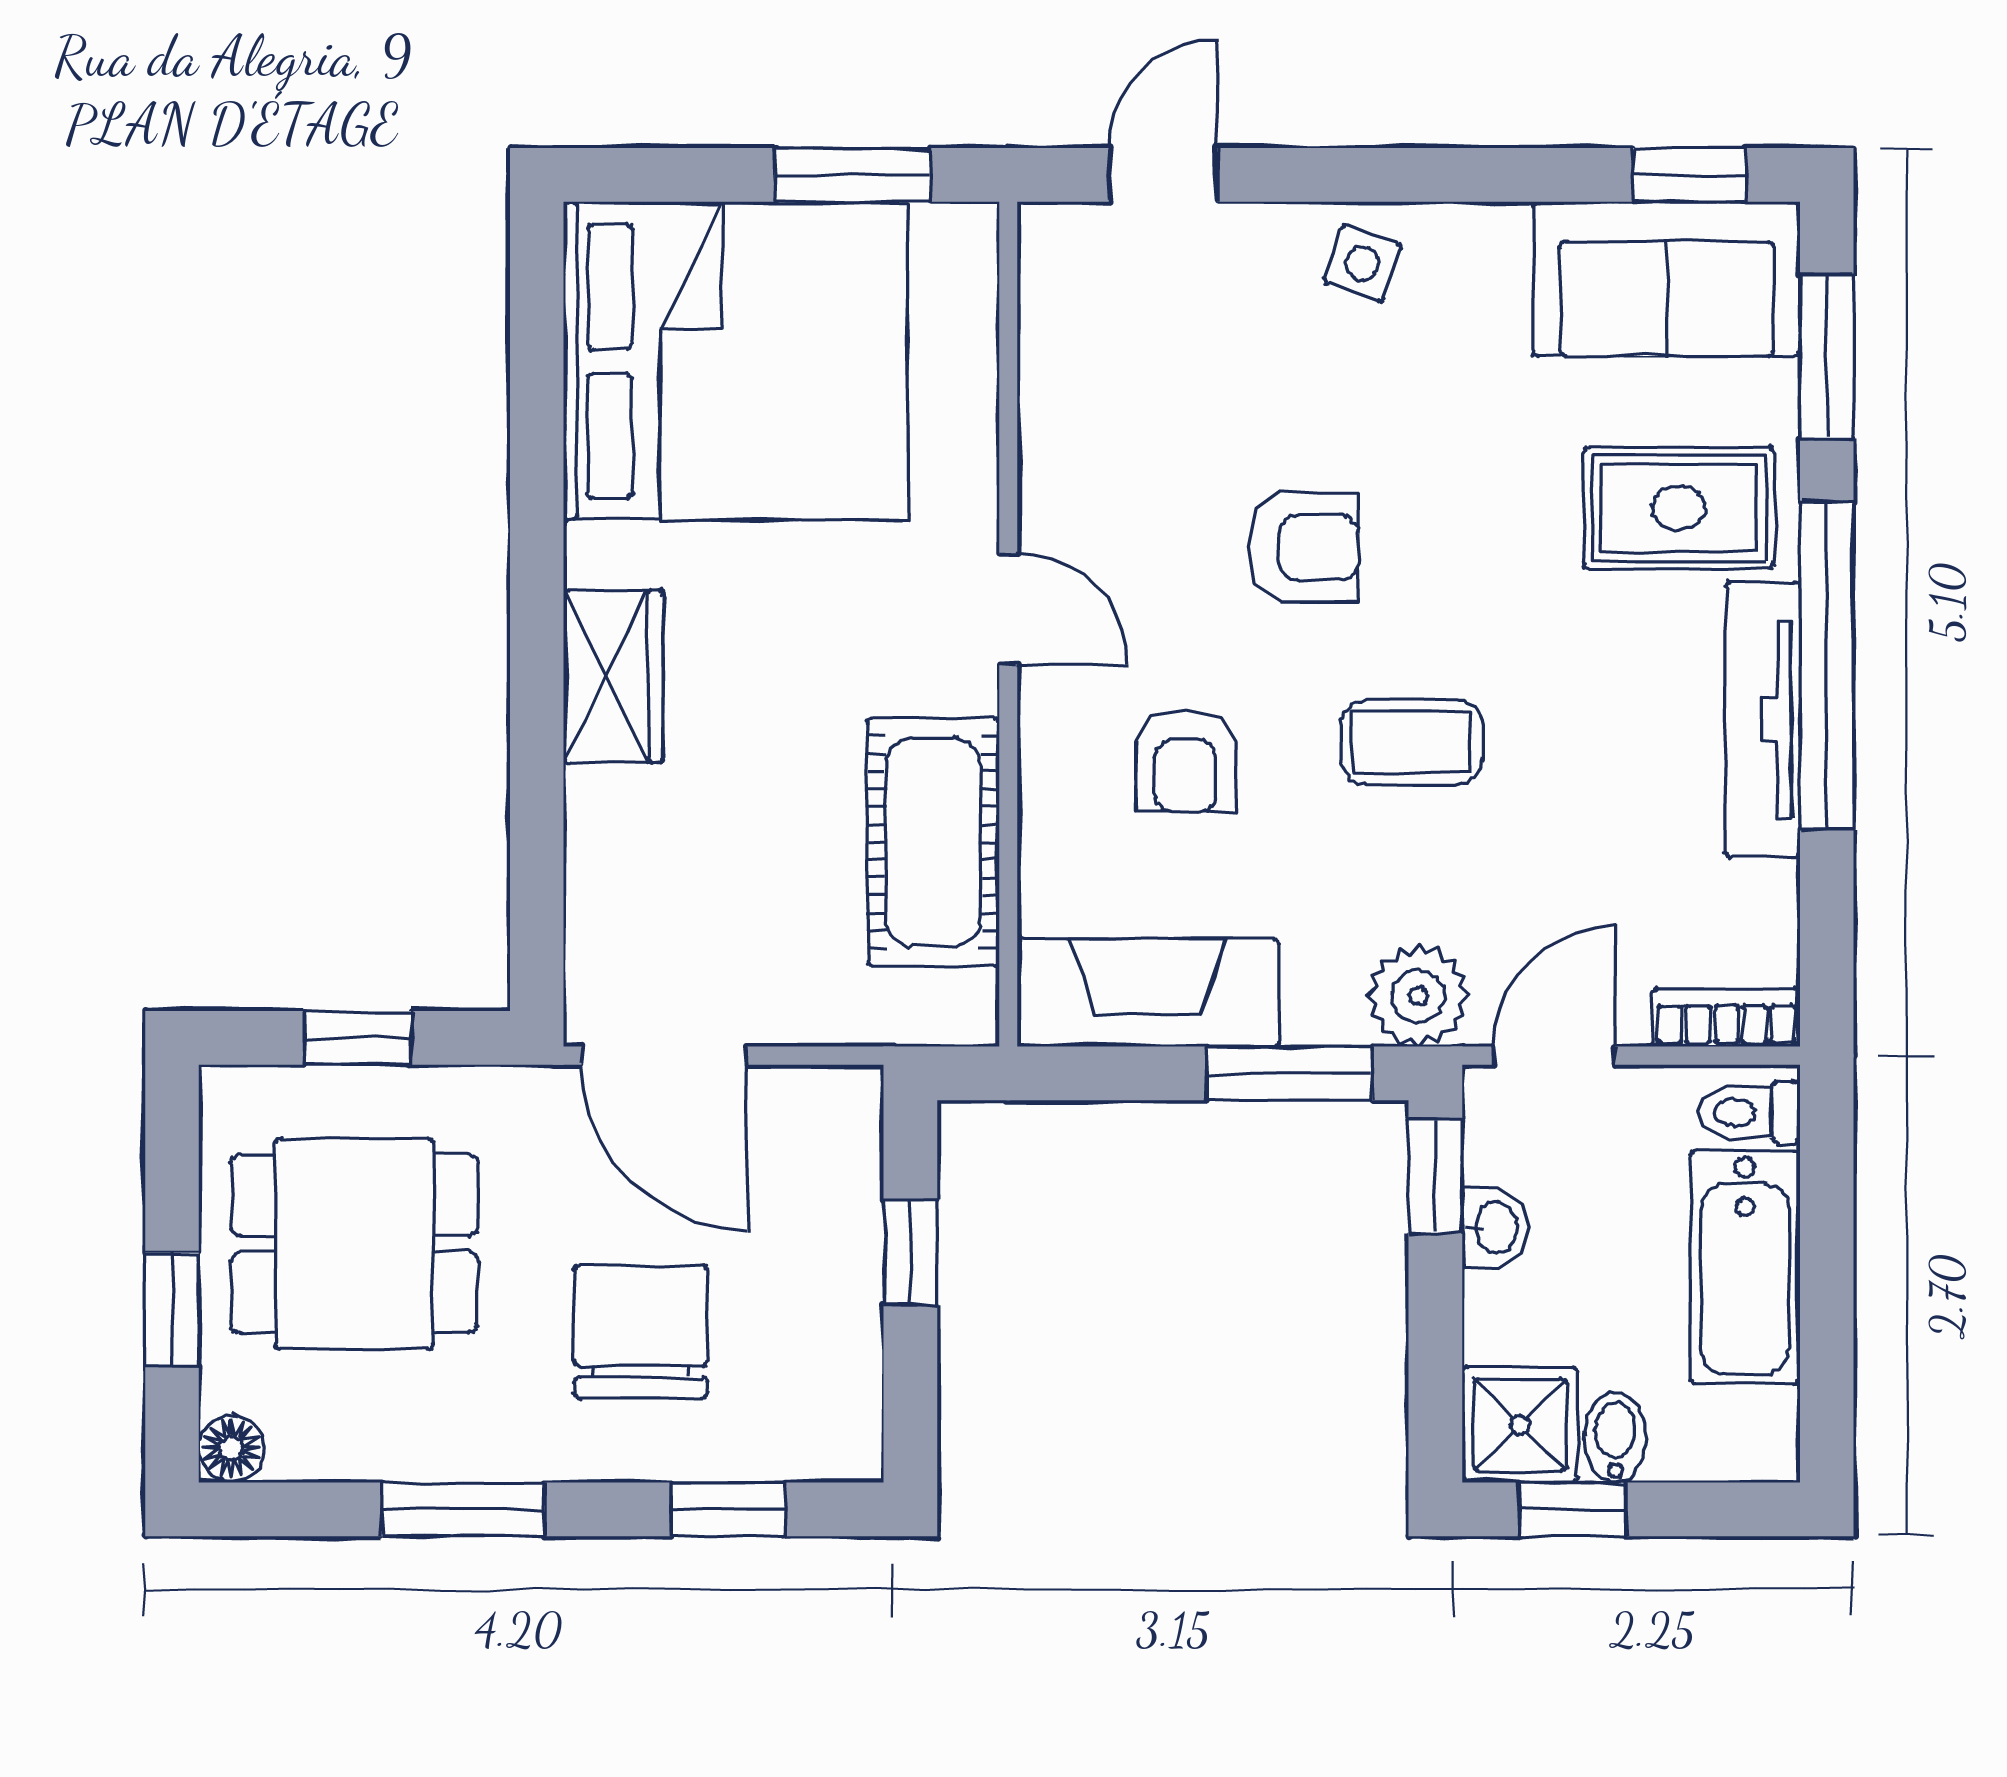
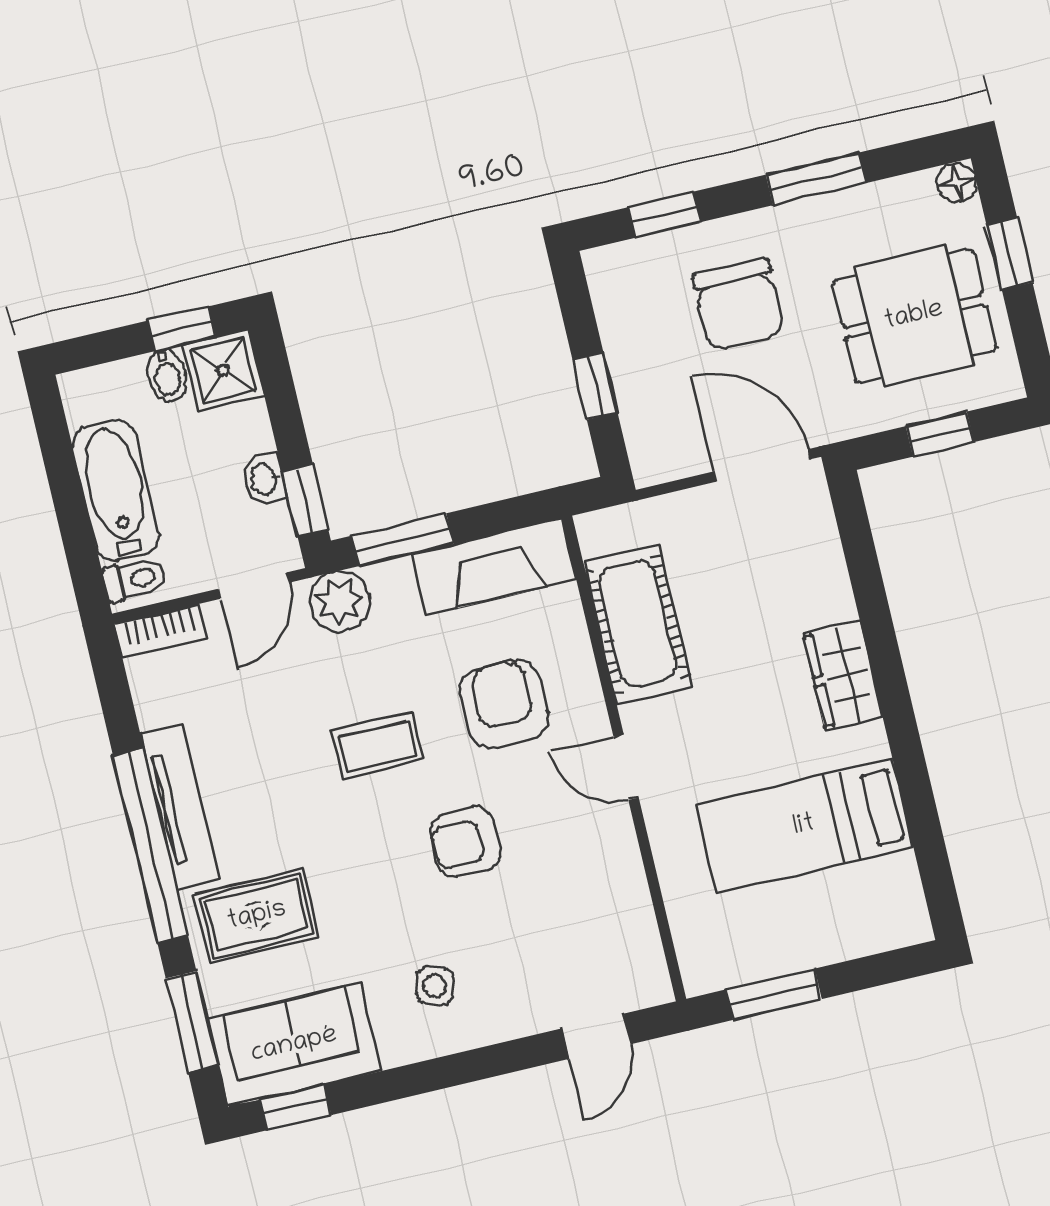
side table: (1363, 263) -> (435, 986), moved
bed: (736, 361) -> (804, 826), width x0.49
armchair: (1185, 761) -> (504, 704), width x1.38, depth x1.38

